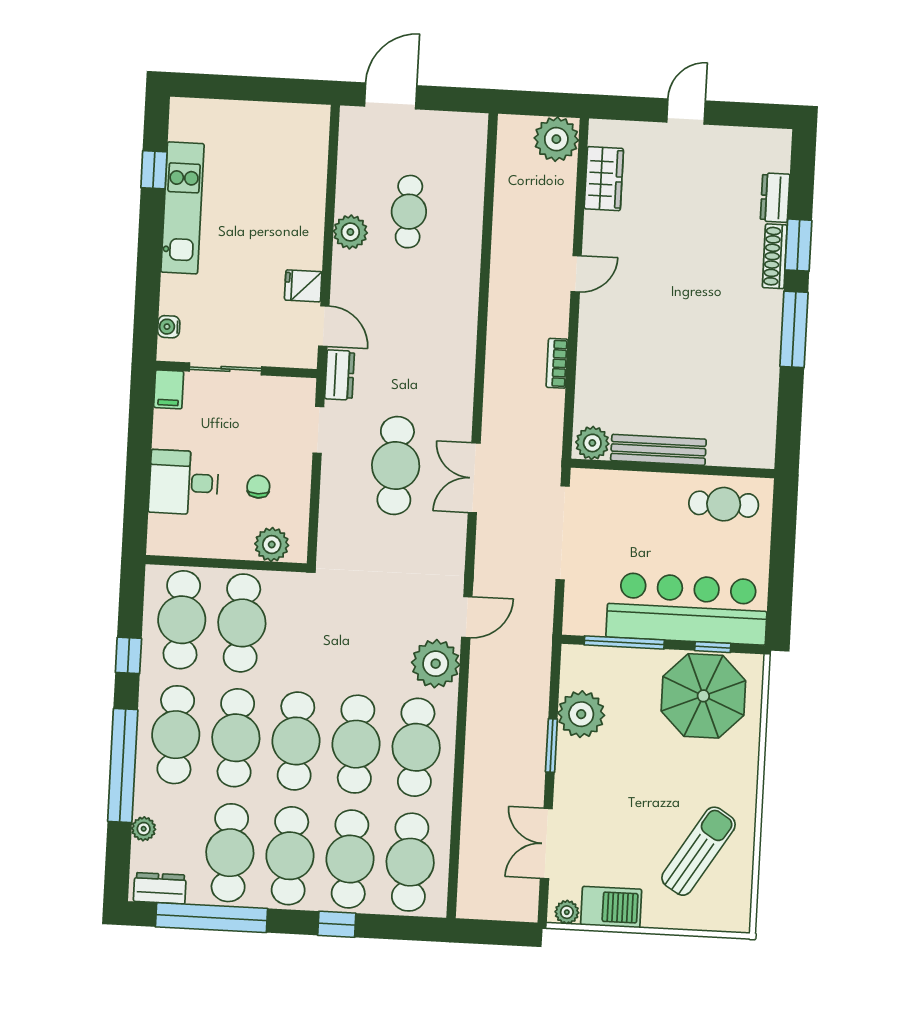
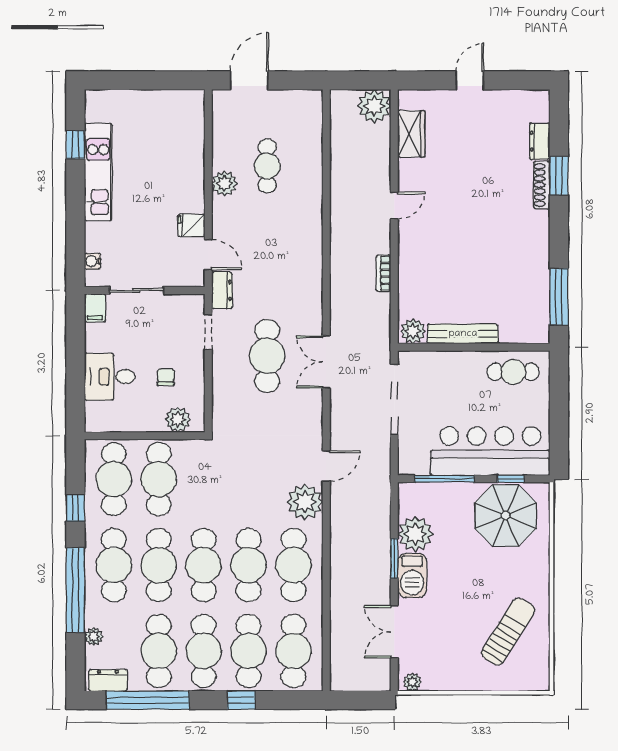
window: (794, 329) -> (559, 297), moved
barbecue: (611, 907) -> (412, 575), moved, turned 90

